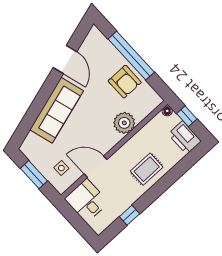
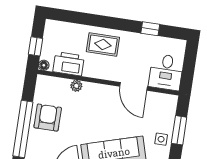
plant: (124, 123) -> (76, 86), width x0.53, depth x0.53
printer: (185, 138) -> (69, 64), moved, turned -90
side table: (61, 168) -> (161, 139), moved

